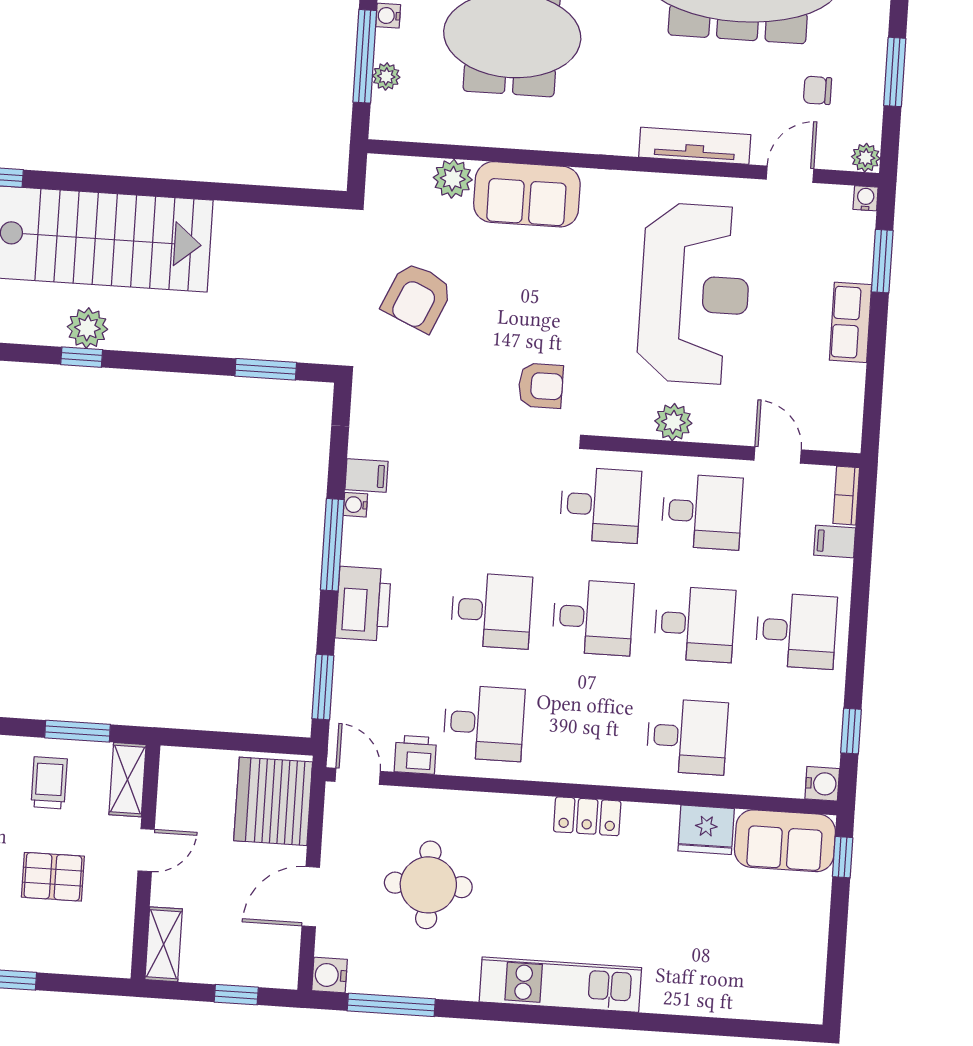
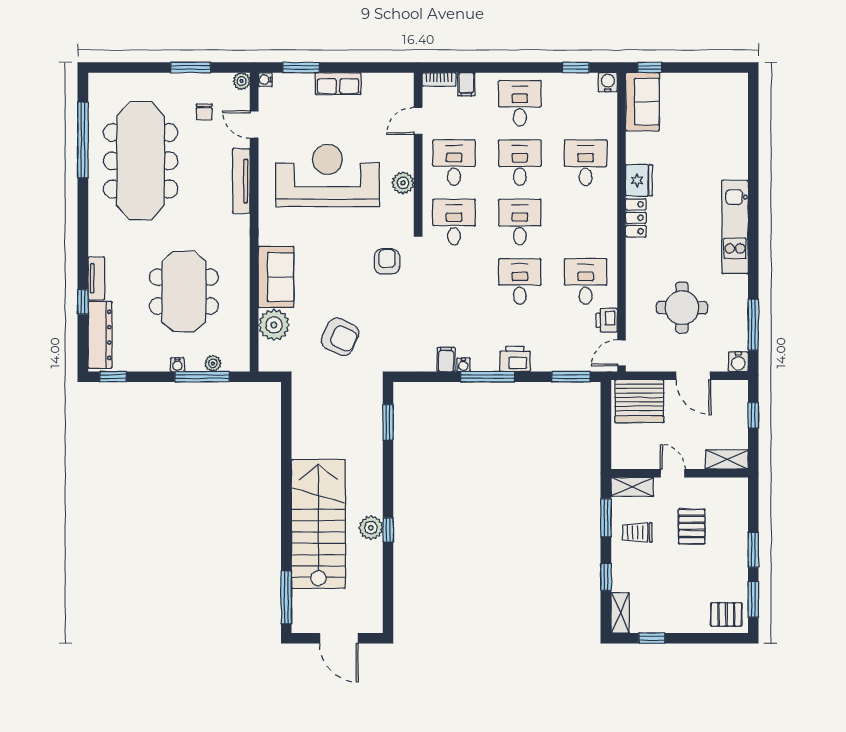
plant: (453, 179) -> (274, 325), width x1.36, depth x1.36
printer: (363, 604) -> (515, 359), width x0.73, depth x0.84
fridge: (706, 830) -> (639, 180), moved

